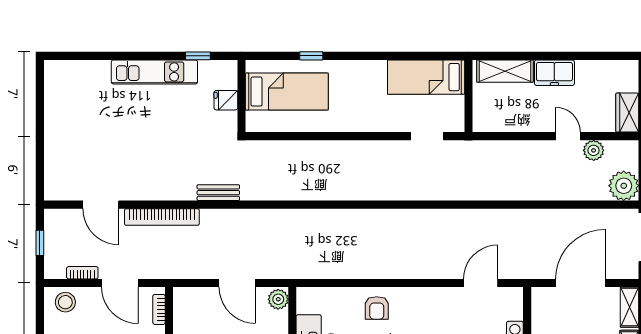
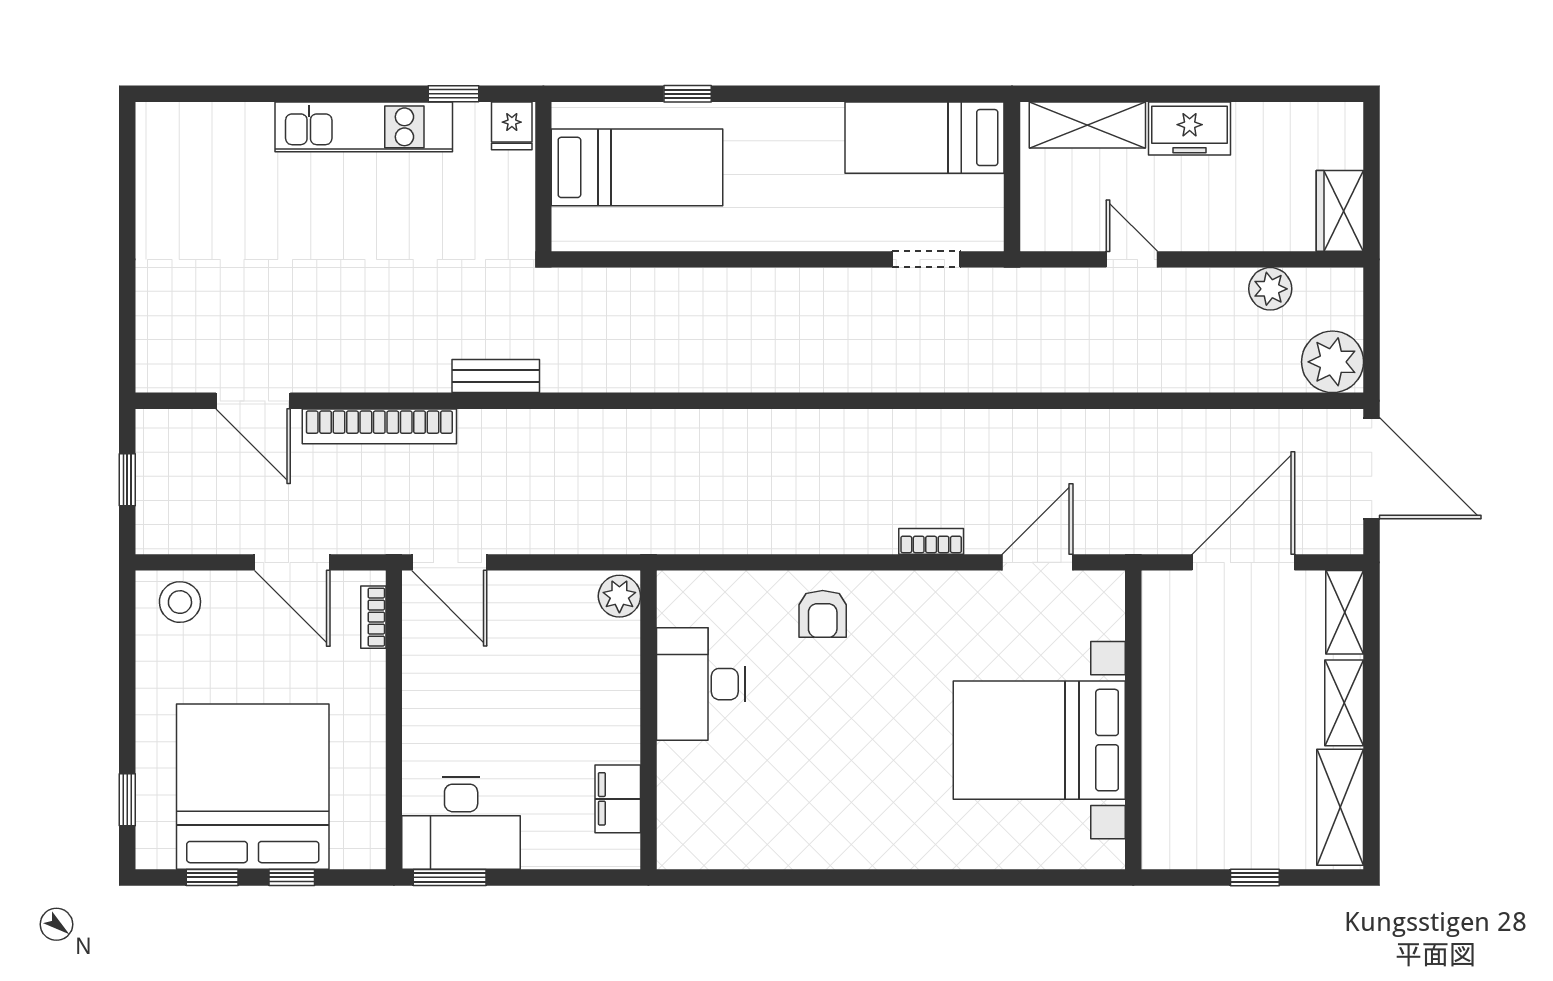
fridge: (226, 100) -> (512, 126), moved, turned -90
door: (568, 136) -> (1132, 259), moved
bookcase: (82, 273) -> (931, 541), moved
door: (237, 283) -> (449, 562), moved

